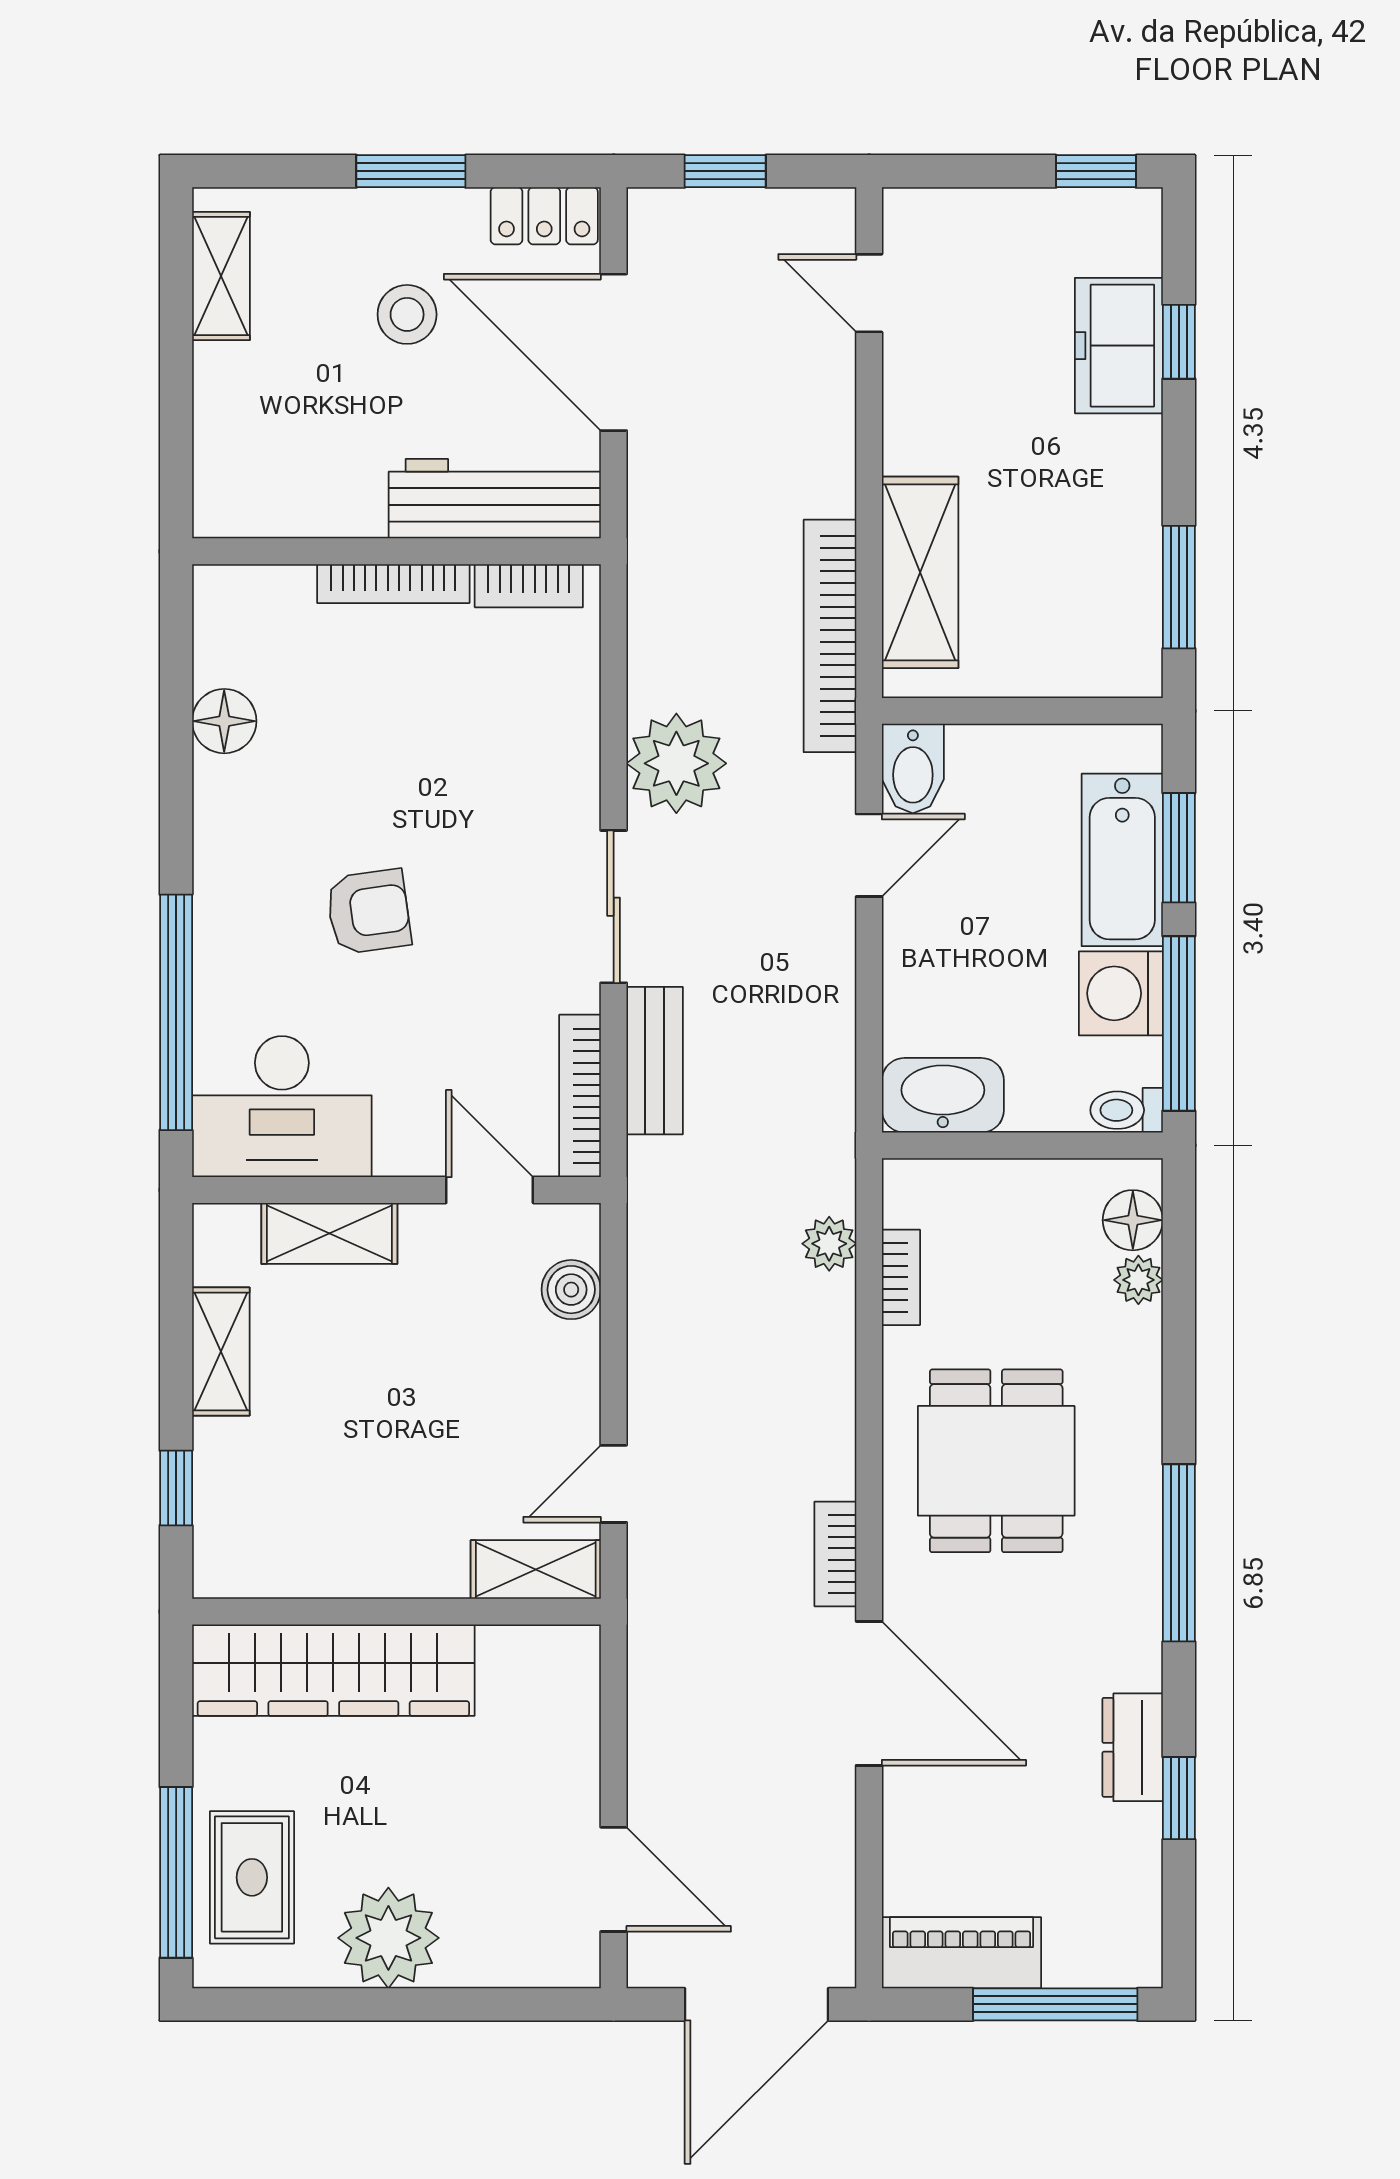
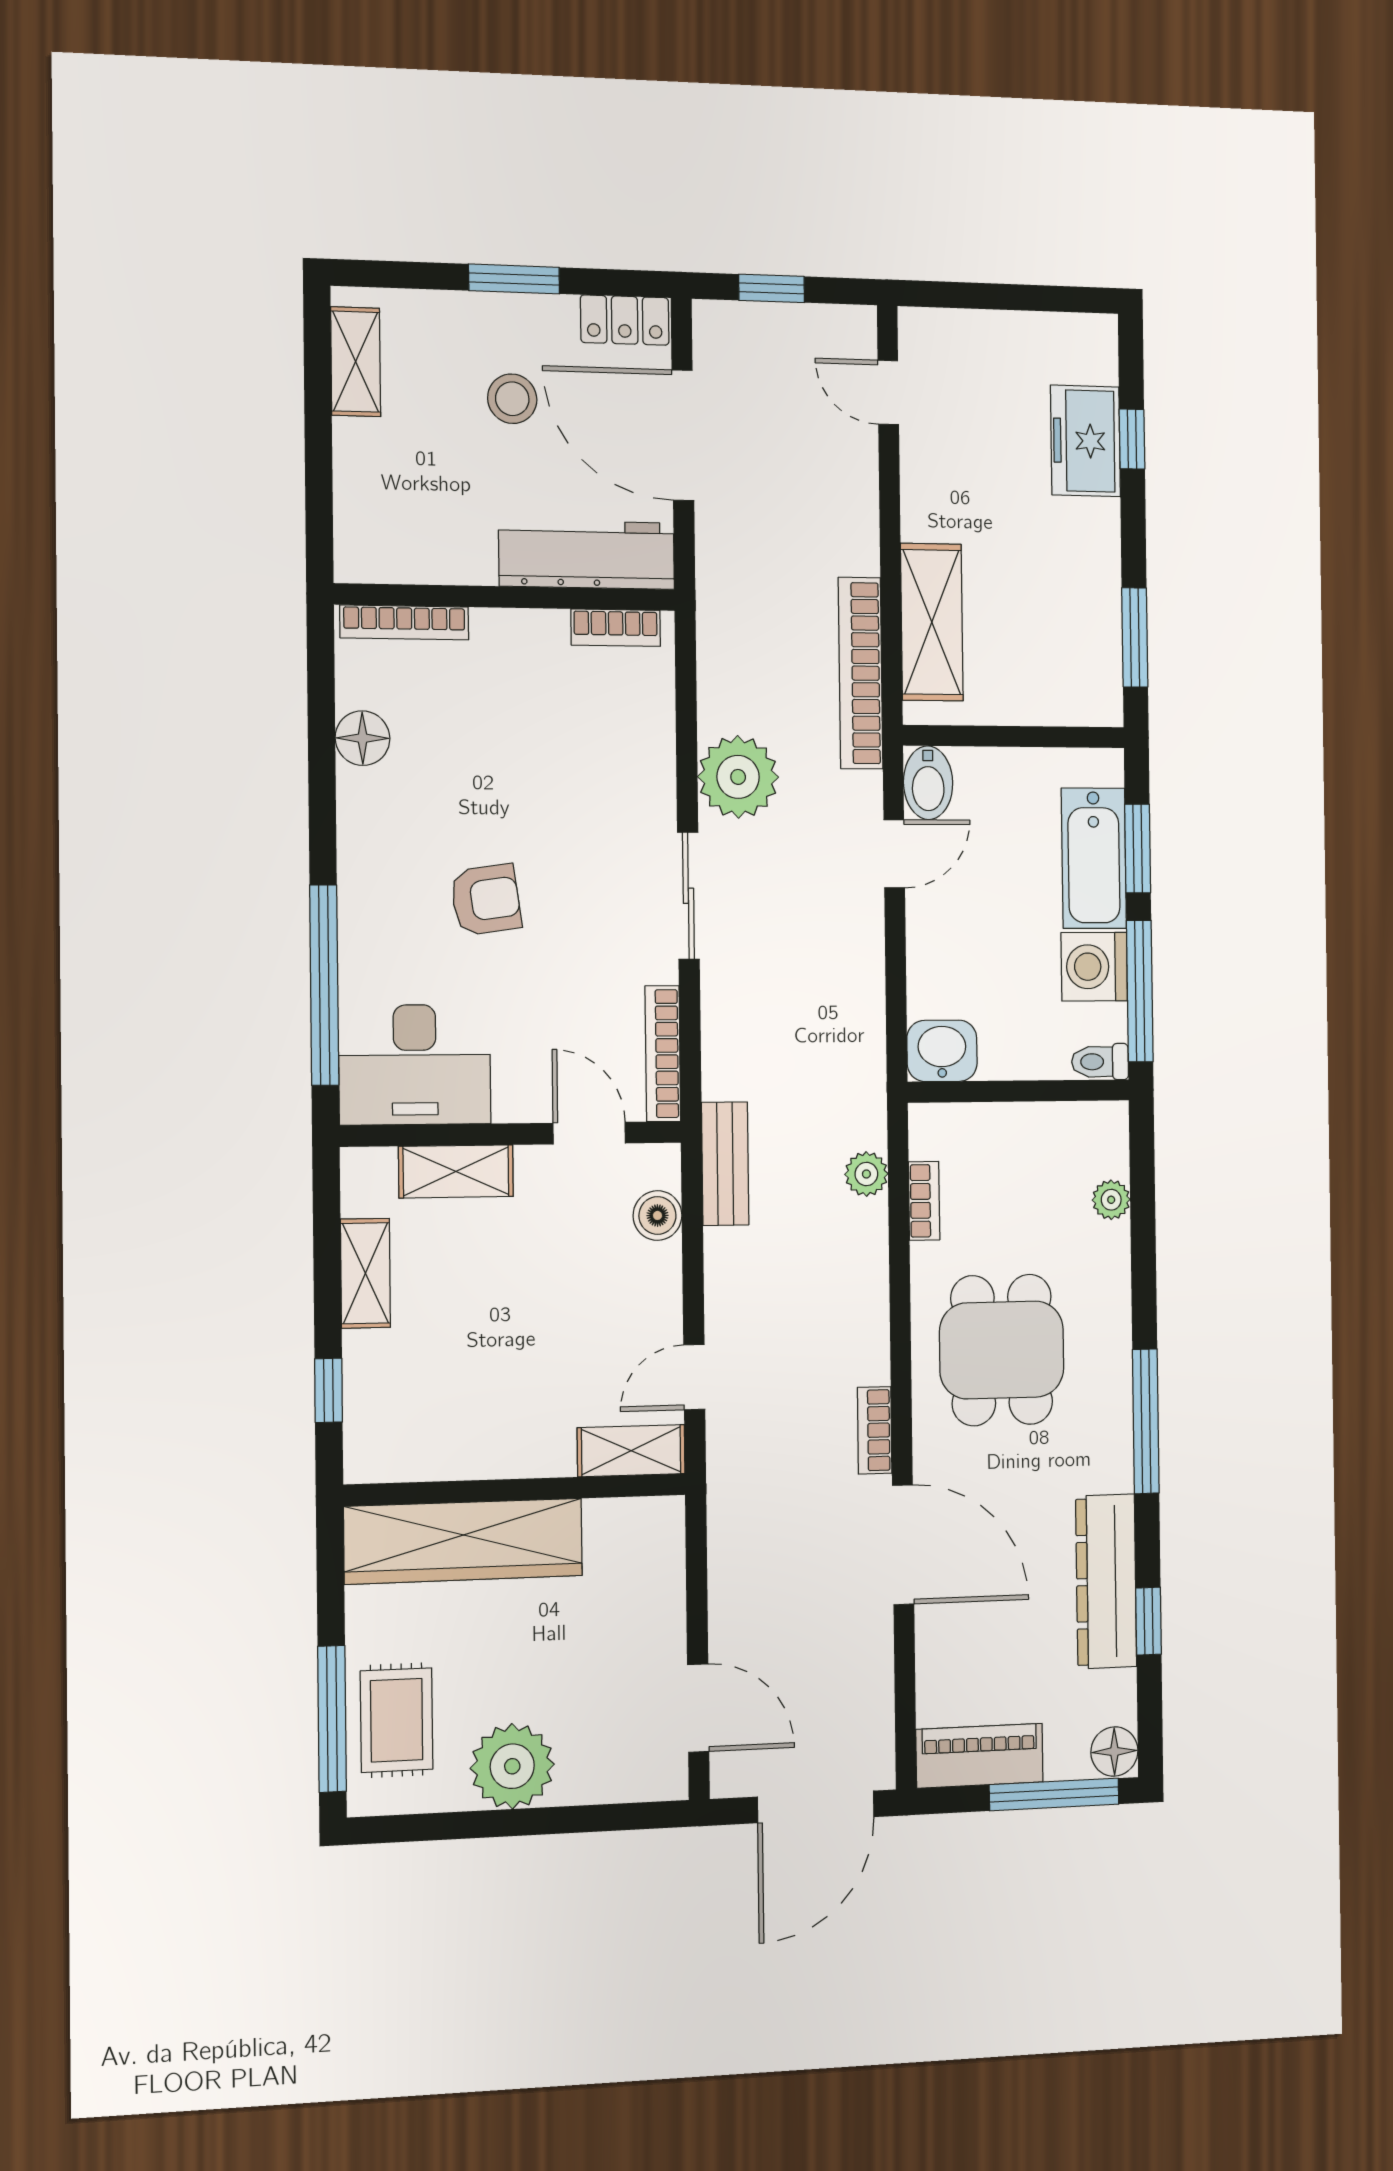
window: (1096, 171) -> (1066, 299), removed
bookcase: (393, 584) -> (404, 622), moved
bench: (655, 1061) -> (725, 1164), moved
washbasin: (943, 1095) -> (942, 1051), width x0.72
floor lamp: (1133, 1220) -> (1114, 1752), moved
dresser: (1133, 1747) -> (1106, 1581), width x1.96, depth x1.24

